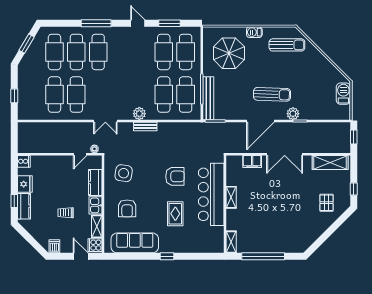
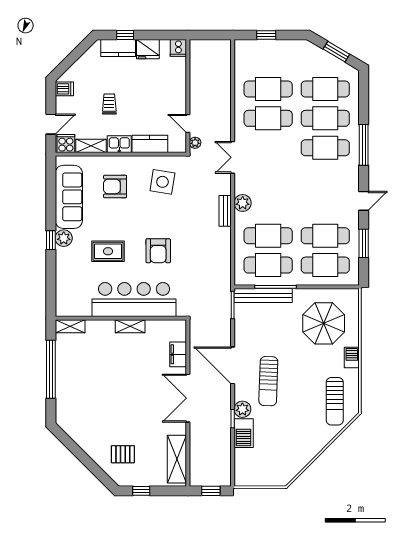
barbecue: (343, 94) -> (244, 433), moved, turned 90
plant: (166, 247) -> (64, 238), added

